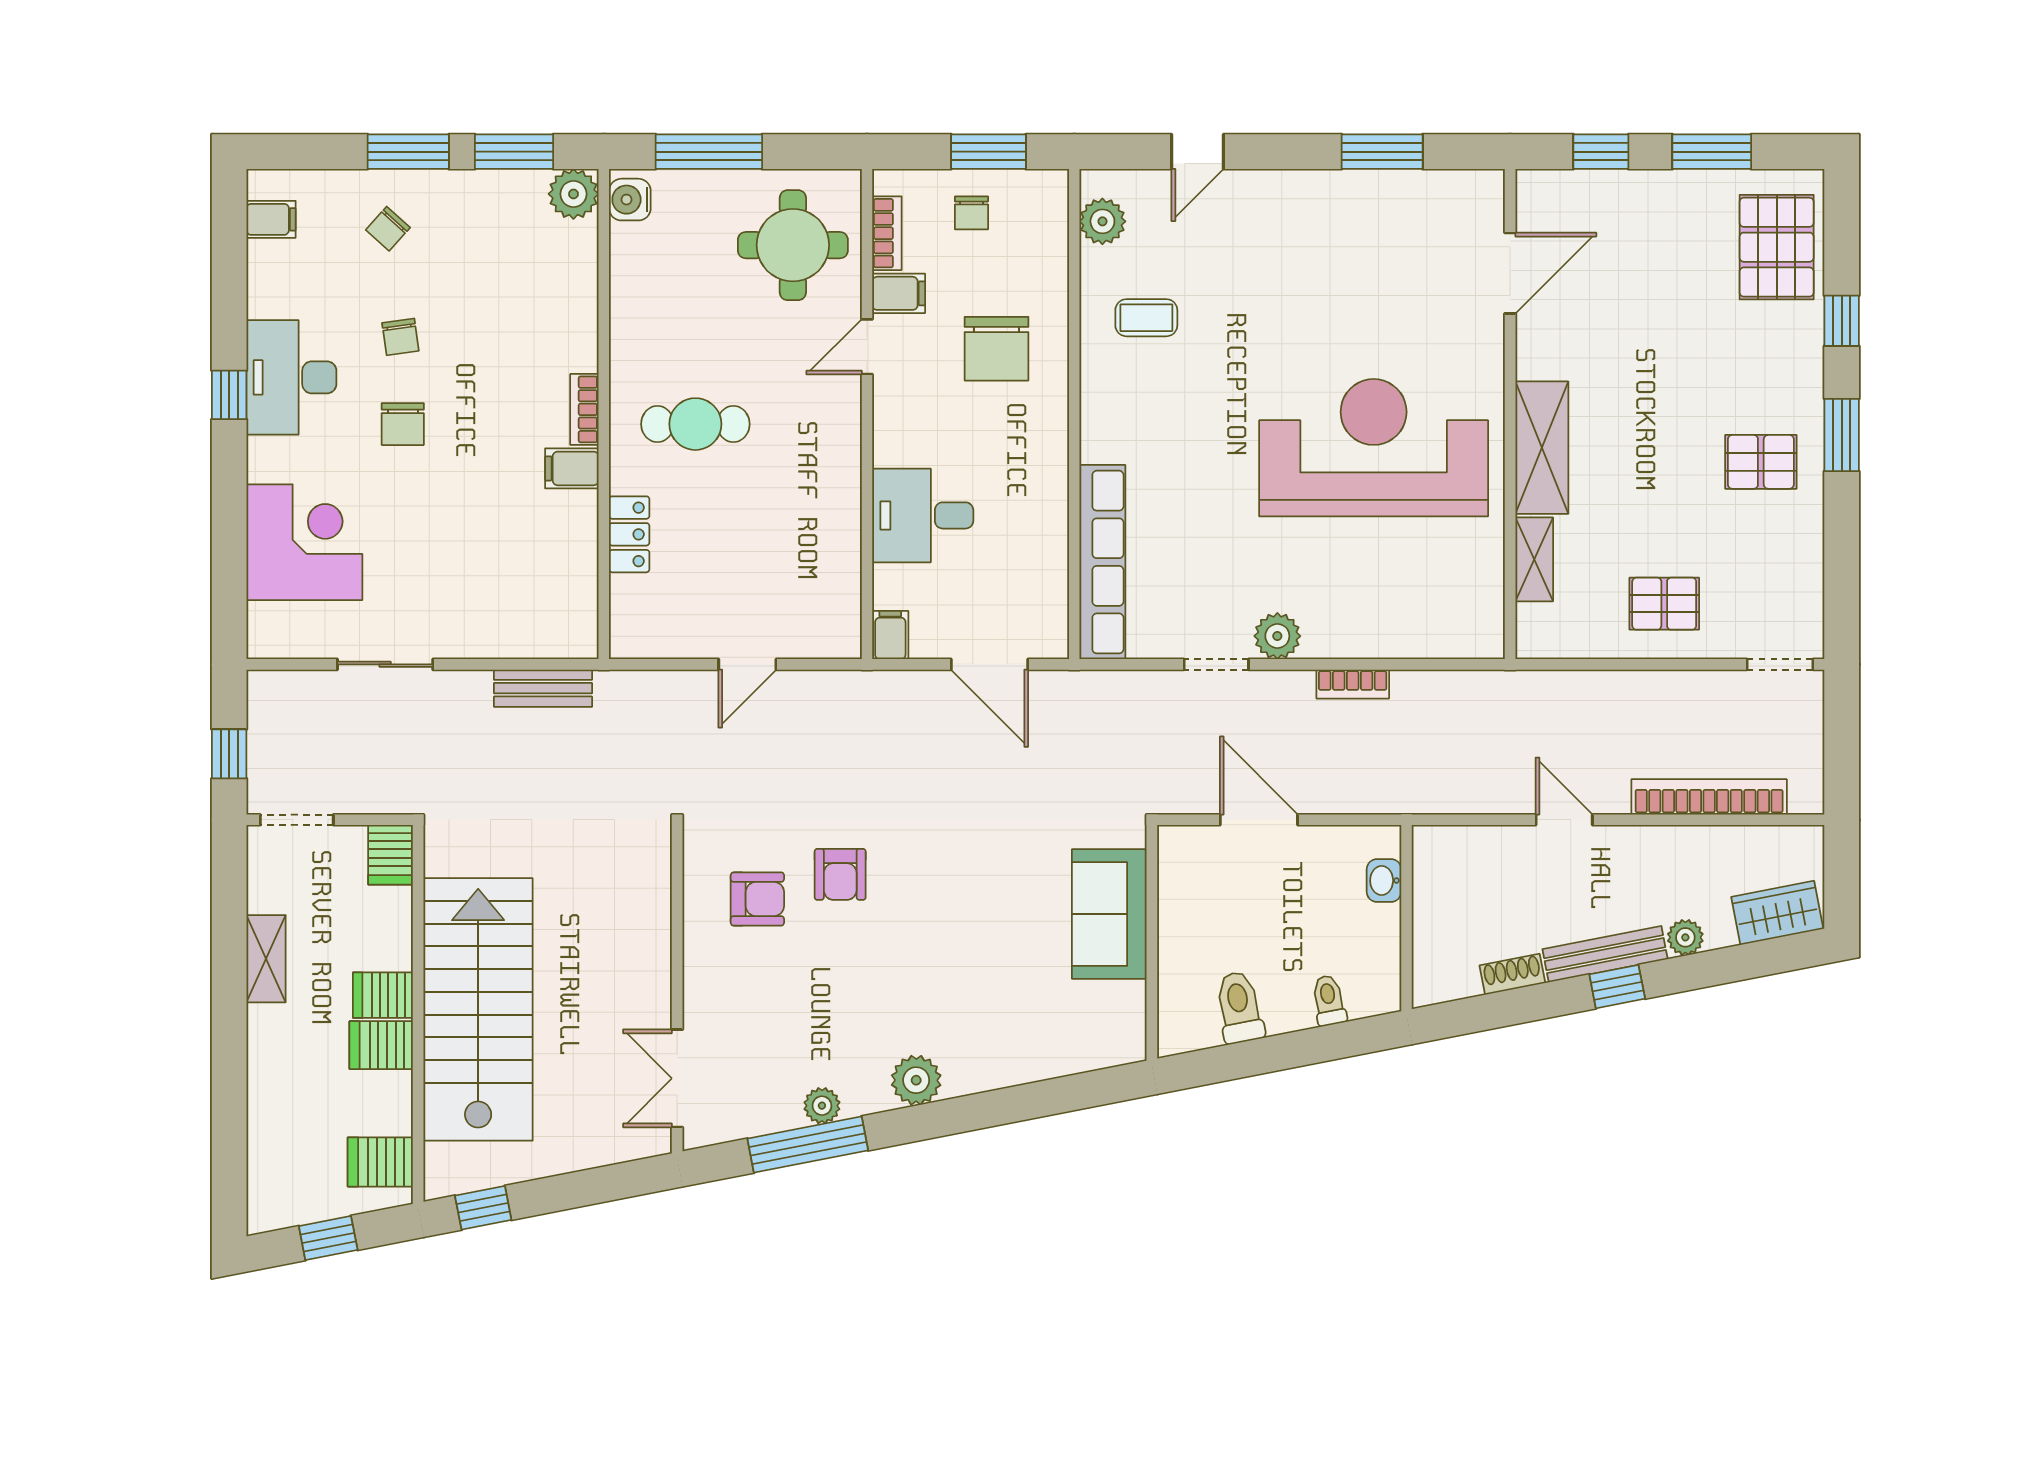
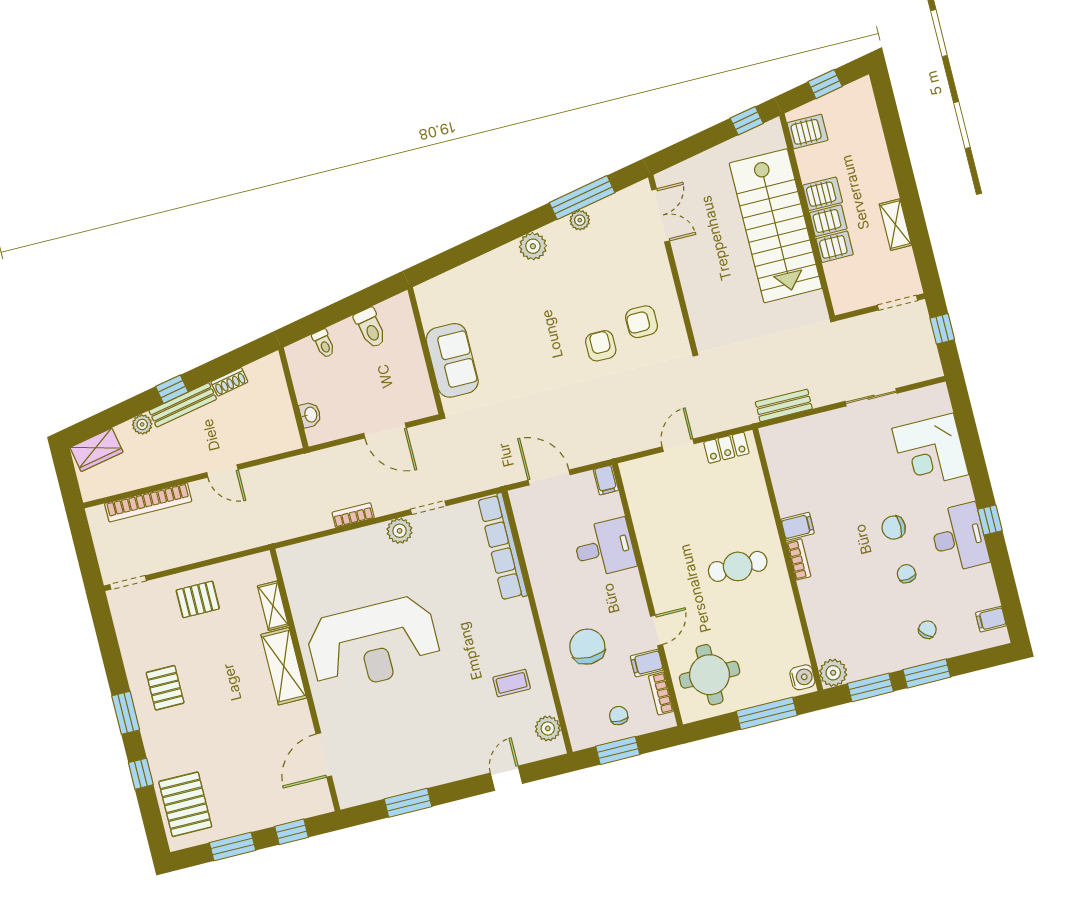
chair: (403, 424) -> (894, 528), turned -90
pallet: (1761, 462) -> (165, 688), turned 90
locker: (629, 534) -> (726, 448), moved, turned -90
server rack: (391, 855) -> (835, 247), moved, turned 90

